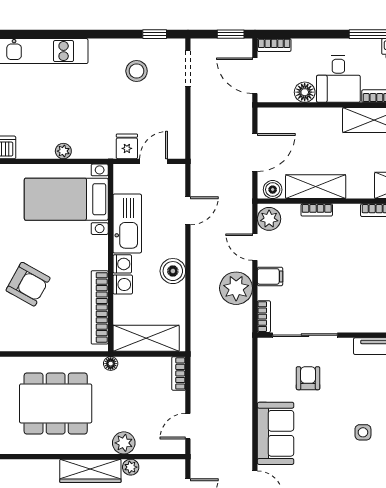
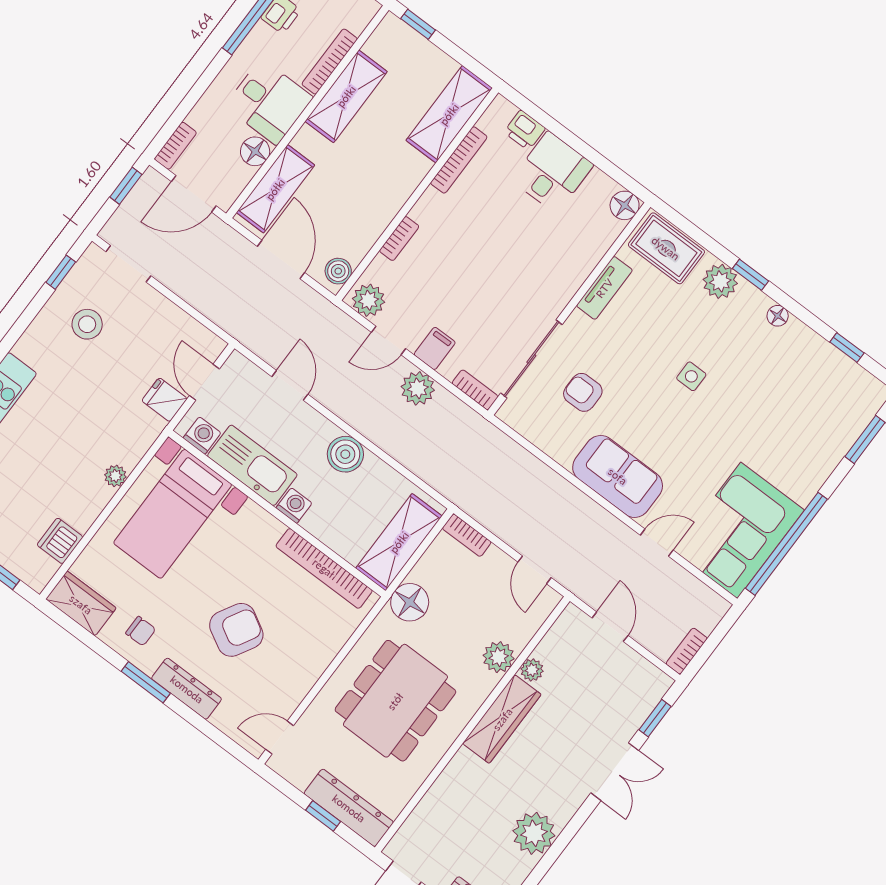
shelving: (316, 187) -> (275, 189), moved
washing machine: (123, 285) -> (202, 435), moved
plant: (236, 288) -> (418, 388), width x0.73, depth x0.73
floor lamp: (111, 364) -> (410, 602), width x1.89, depth x1.89

